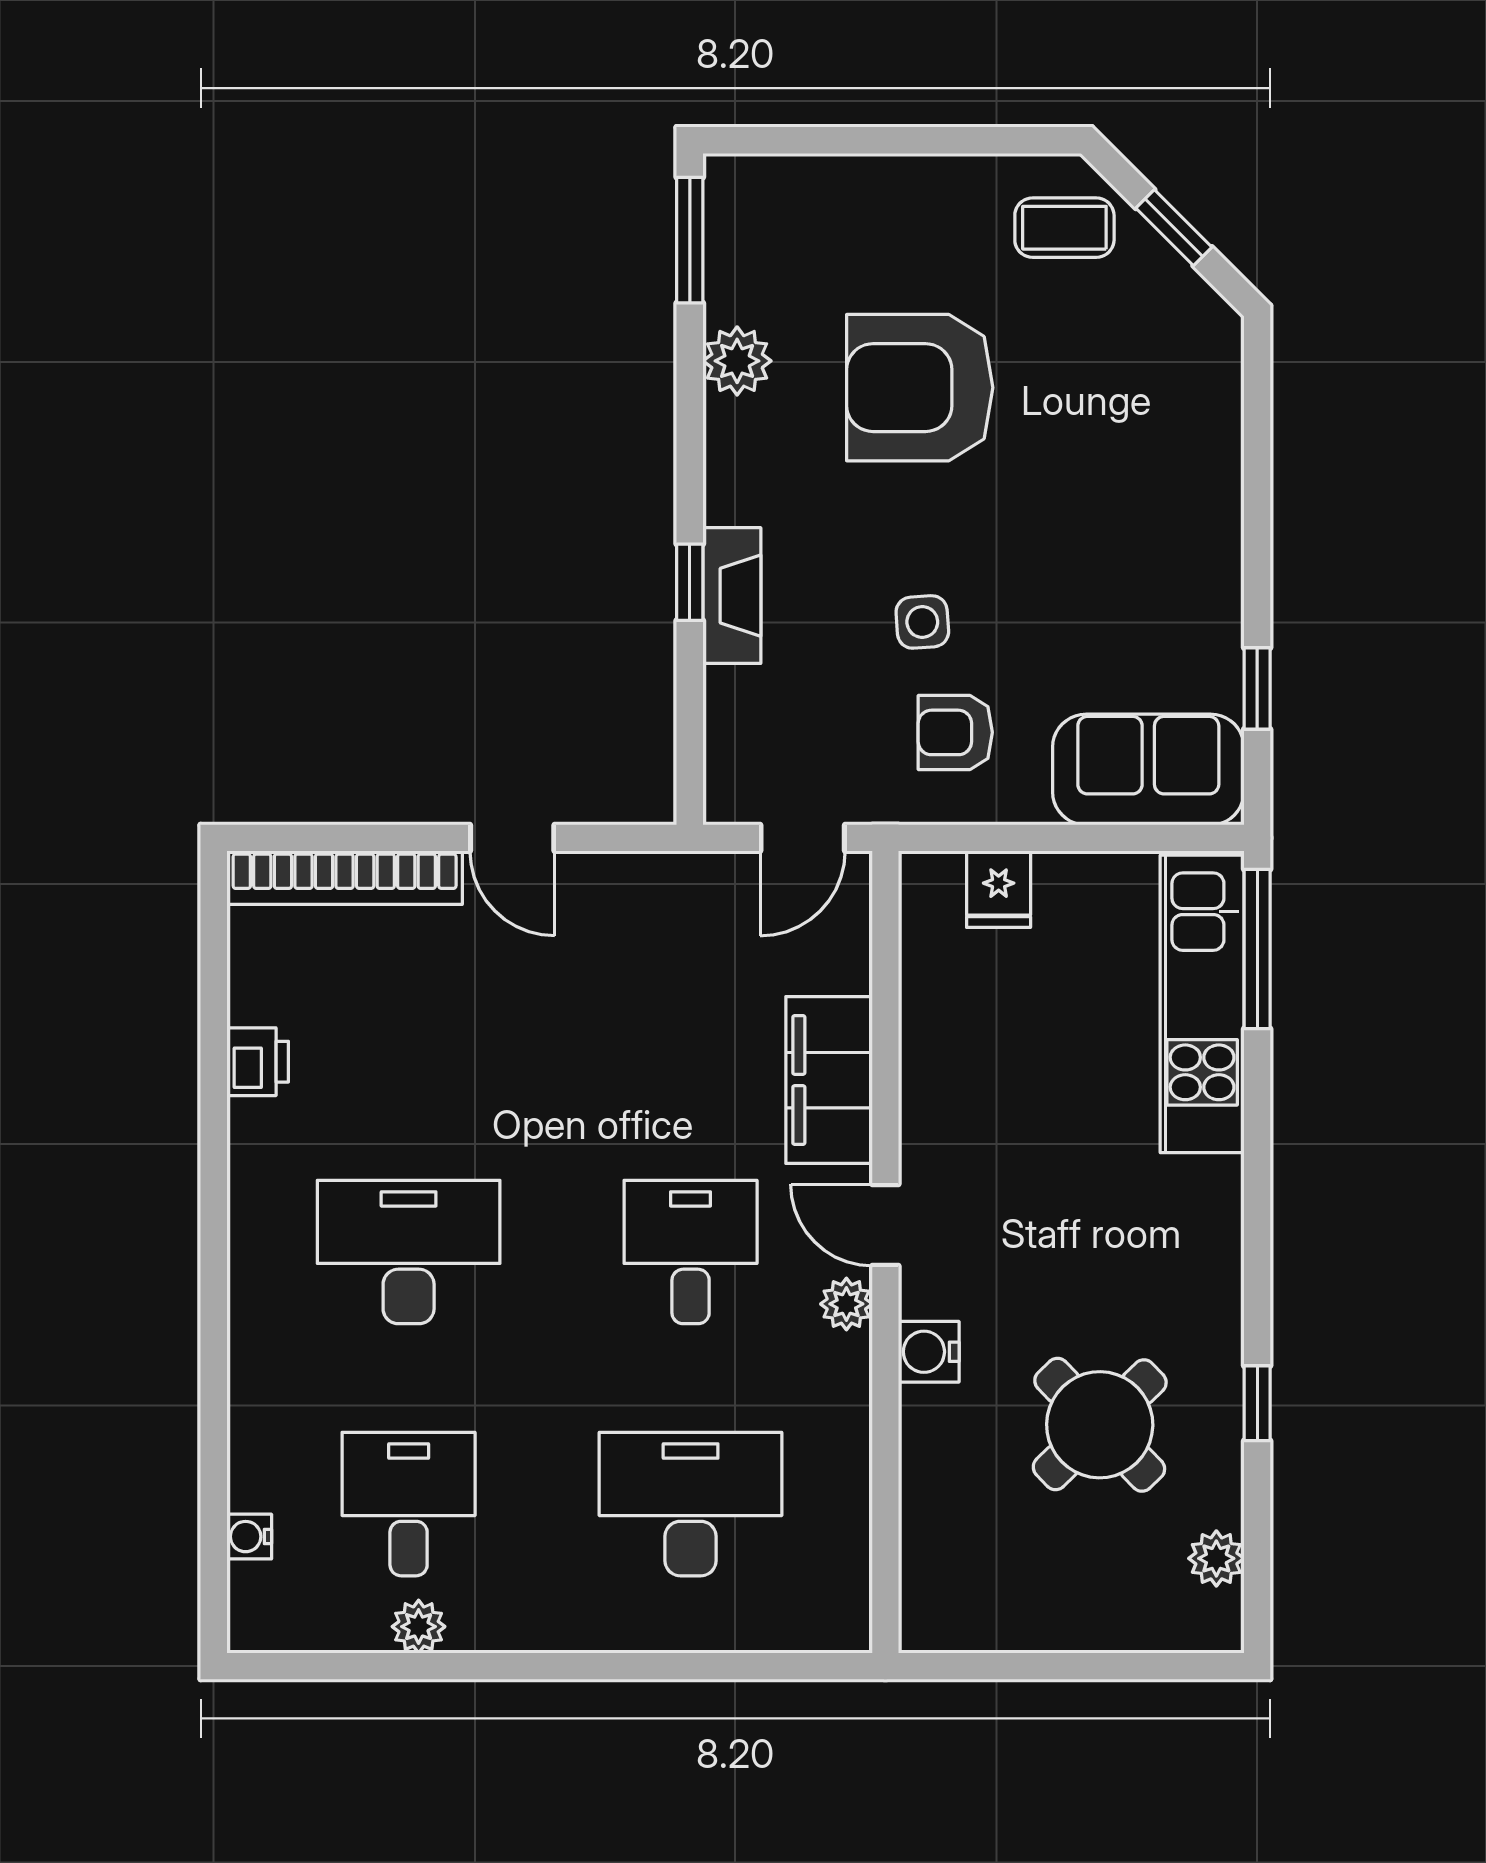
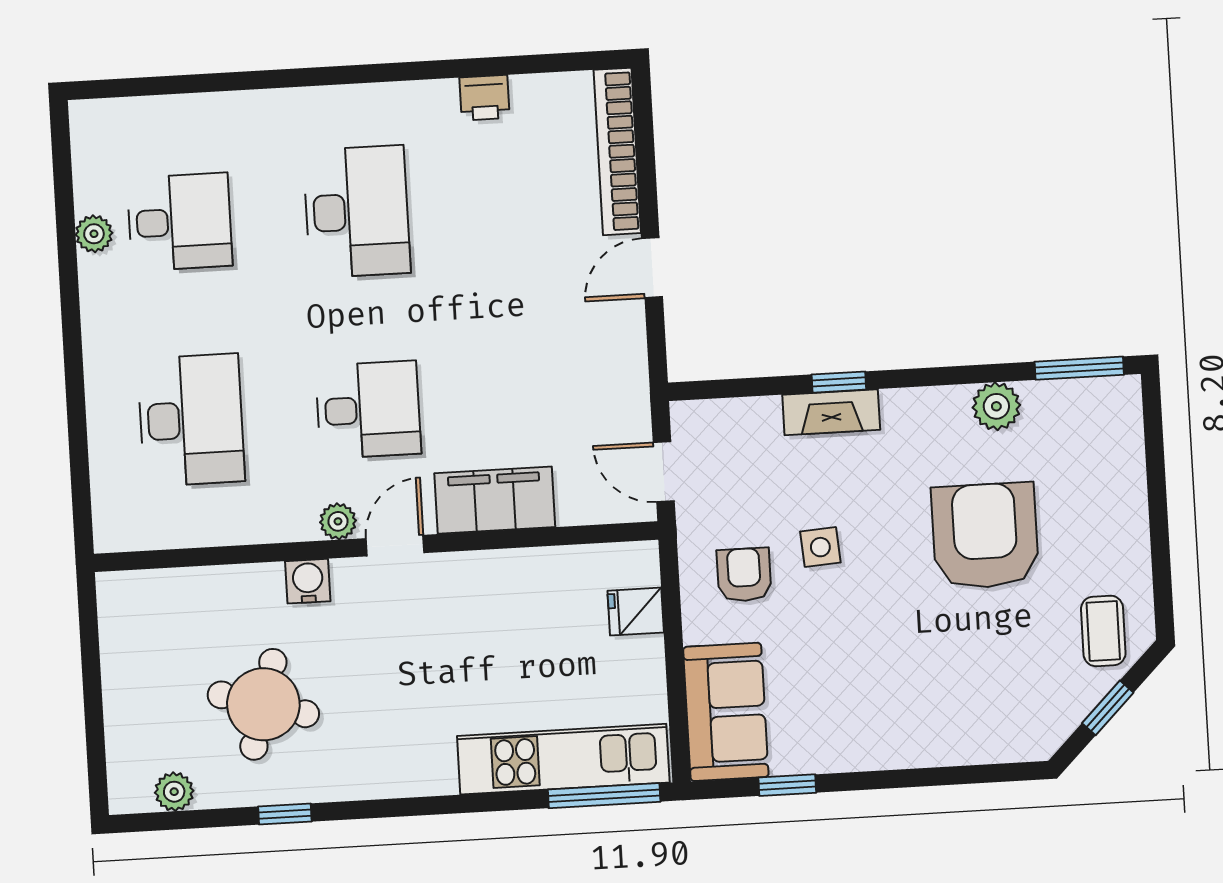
round table: (1100, 1425) -> (263, 704), turned -30
water cooler: (249, 1537) -> (150, 111), removed

